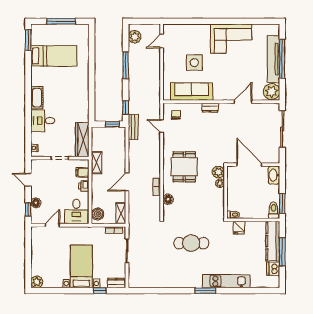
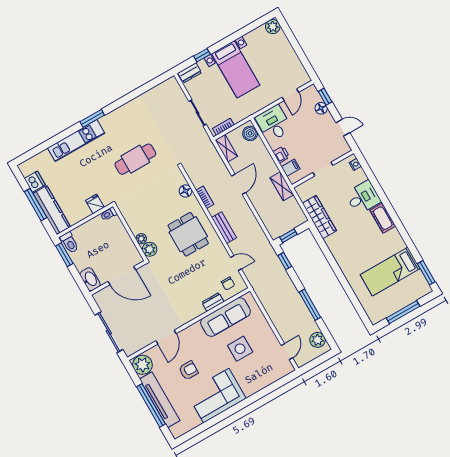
armchair: (241, 68) -> (188, 370), added
dresser: (210, 108) -> (213, 302), moved
bench: (133, 127) -> (224, 228), moved
wardrobe: (82, 140) -> (319, 217), moved

